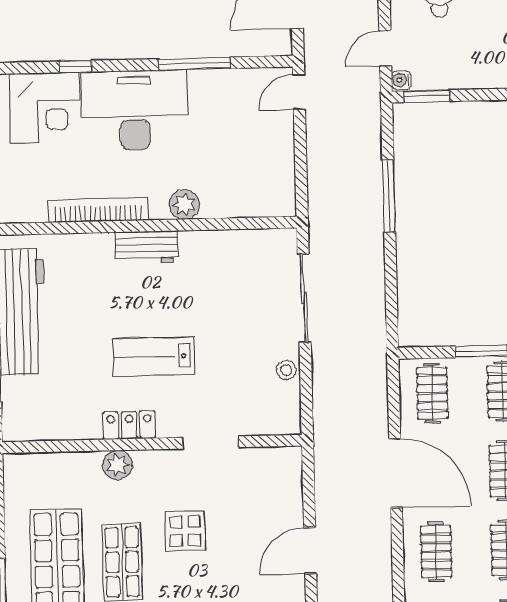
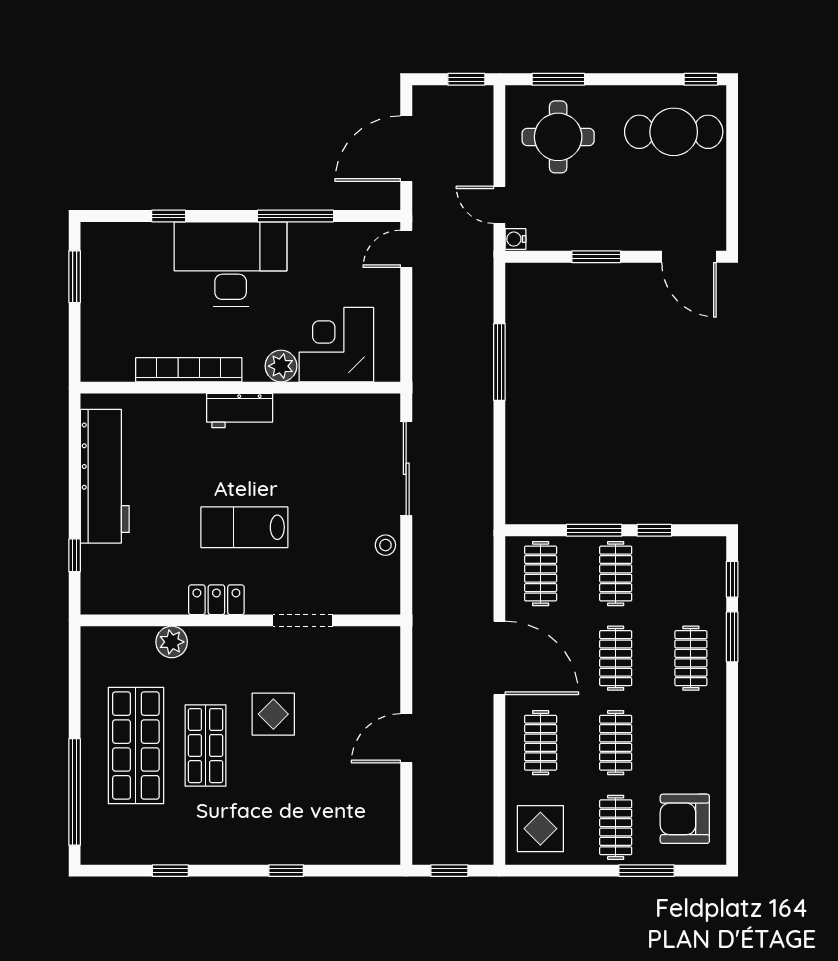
door: (385, 48) -> (499, 205), hinge flipped
window: (426, 96) -> (596, 257), moved
corner desk: (45, 108) -> (336, 345), moved, turned 180
plant: (117, 465) -> (172, 642), moved

